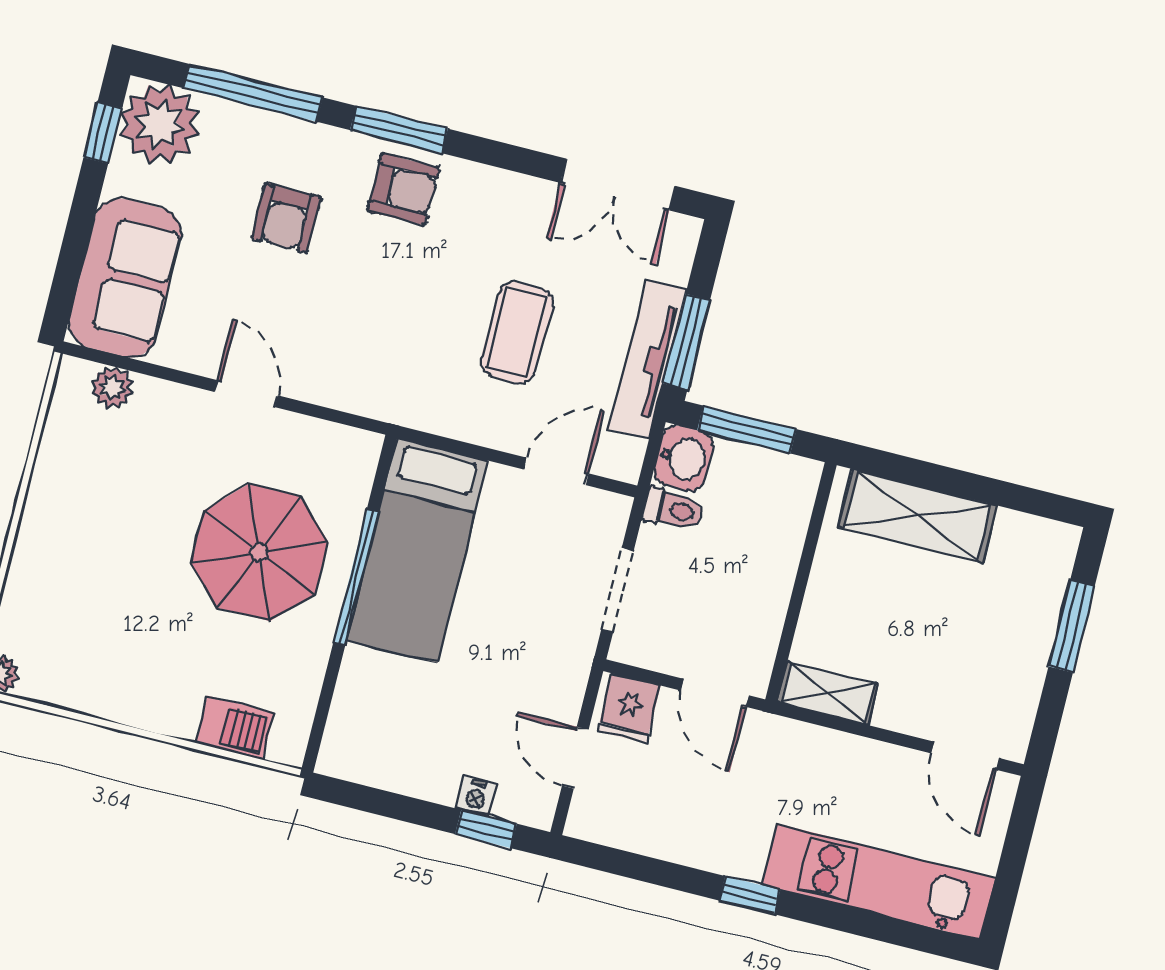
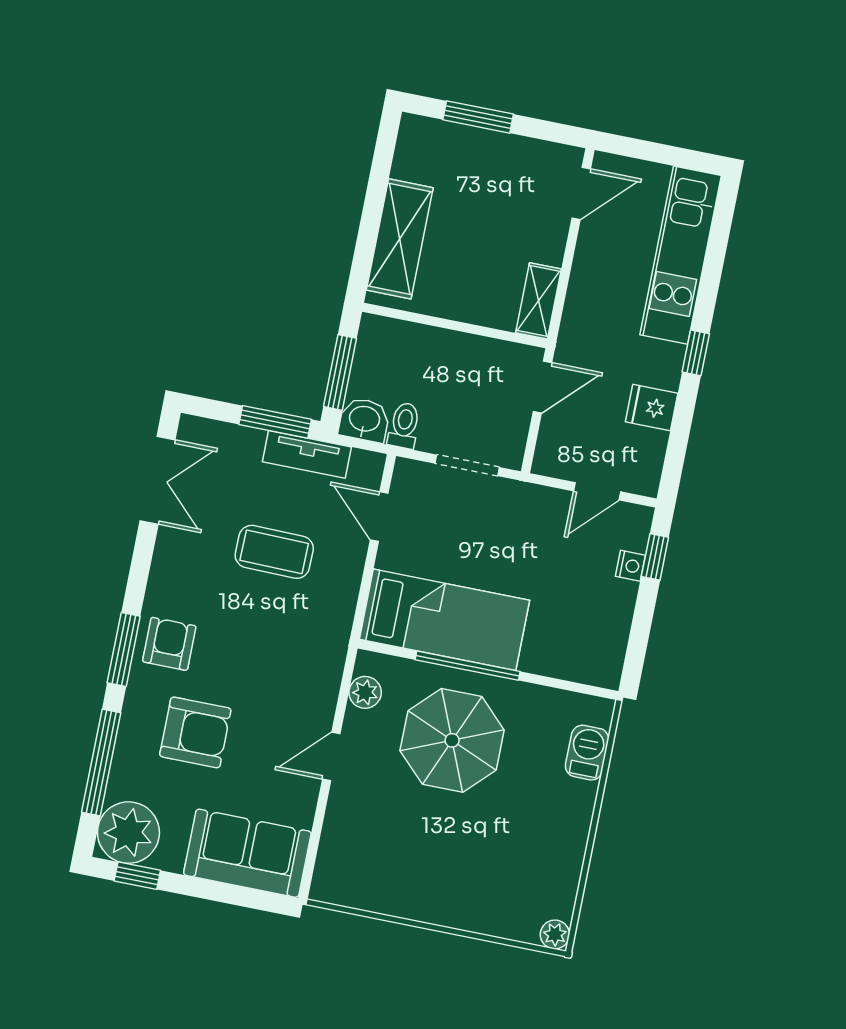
armchair: (286, 218) -> (195, 732), width x1.38, depth x1.38
tv unit: (647, 359) -> (307, 454), width x0.71
plant: (112, 388) -> (365, 692), moved
fridge: (629, 708) -> (652, 408), moved, turned 180

